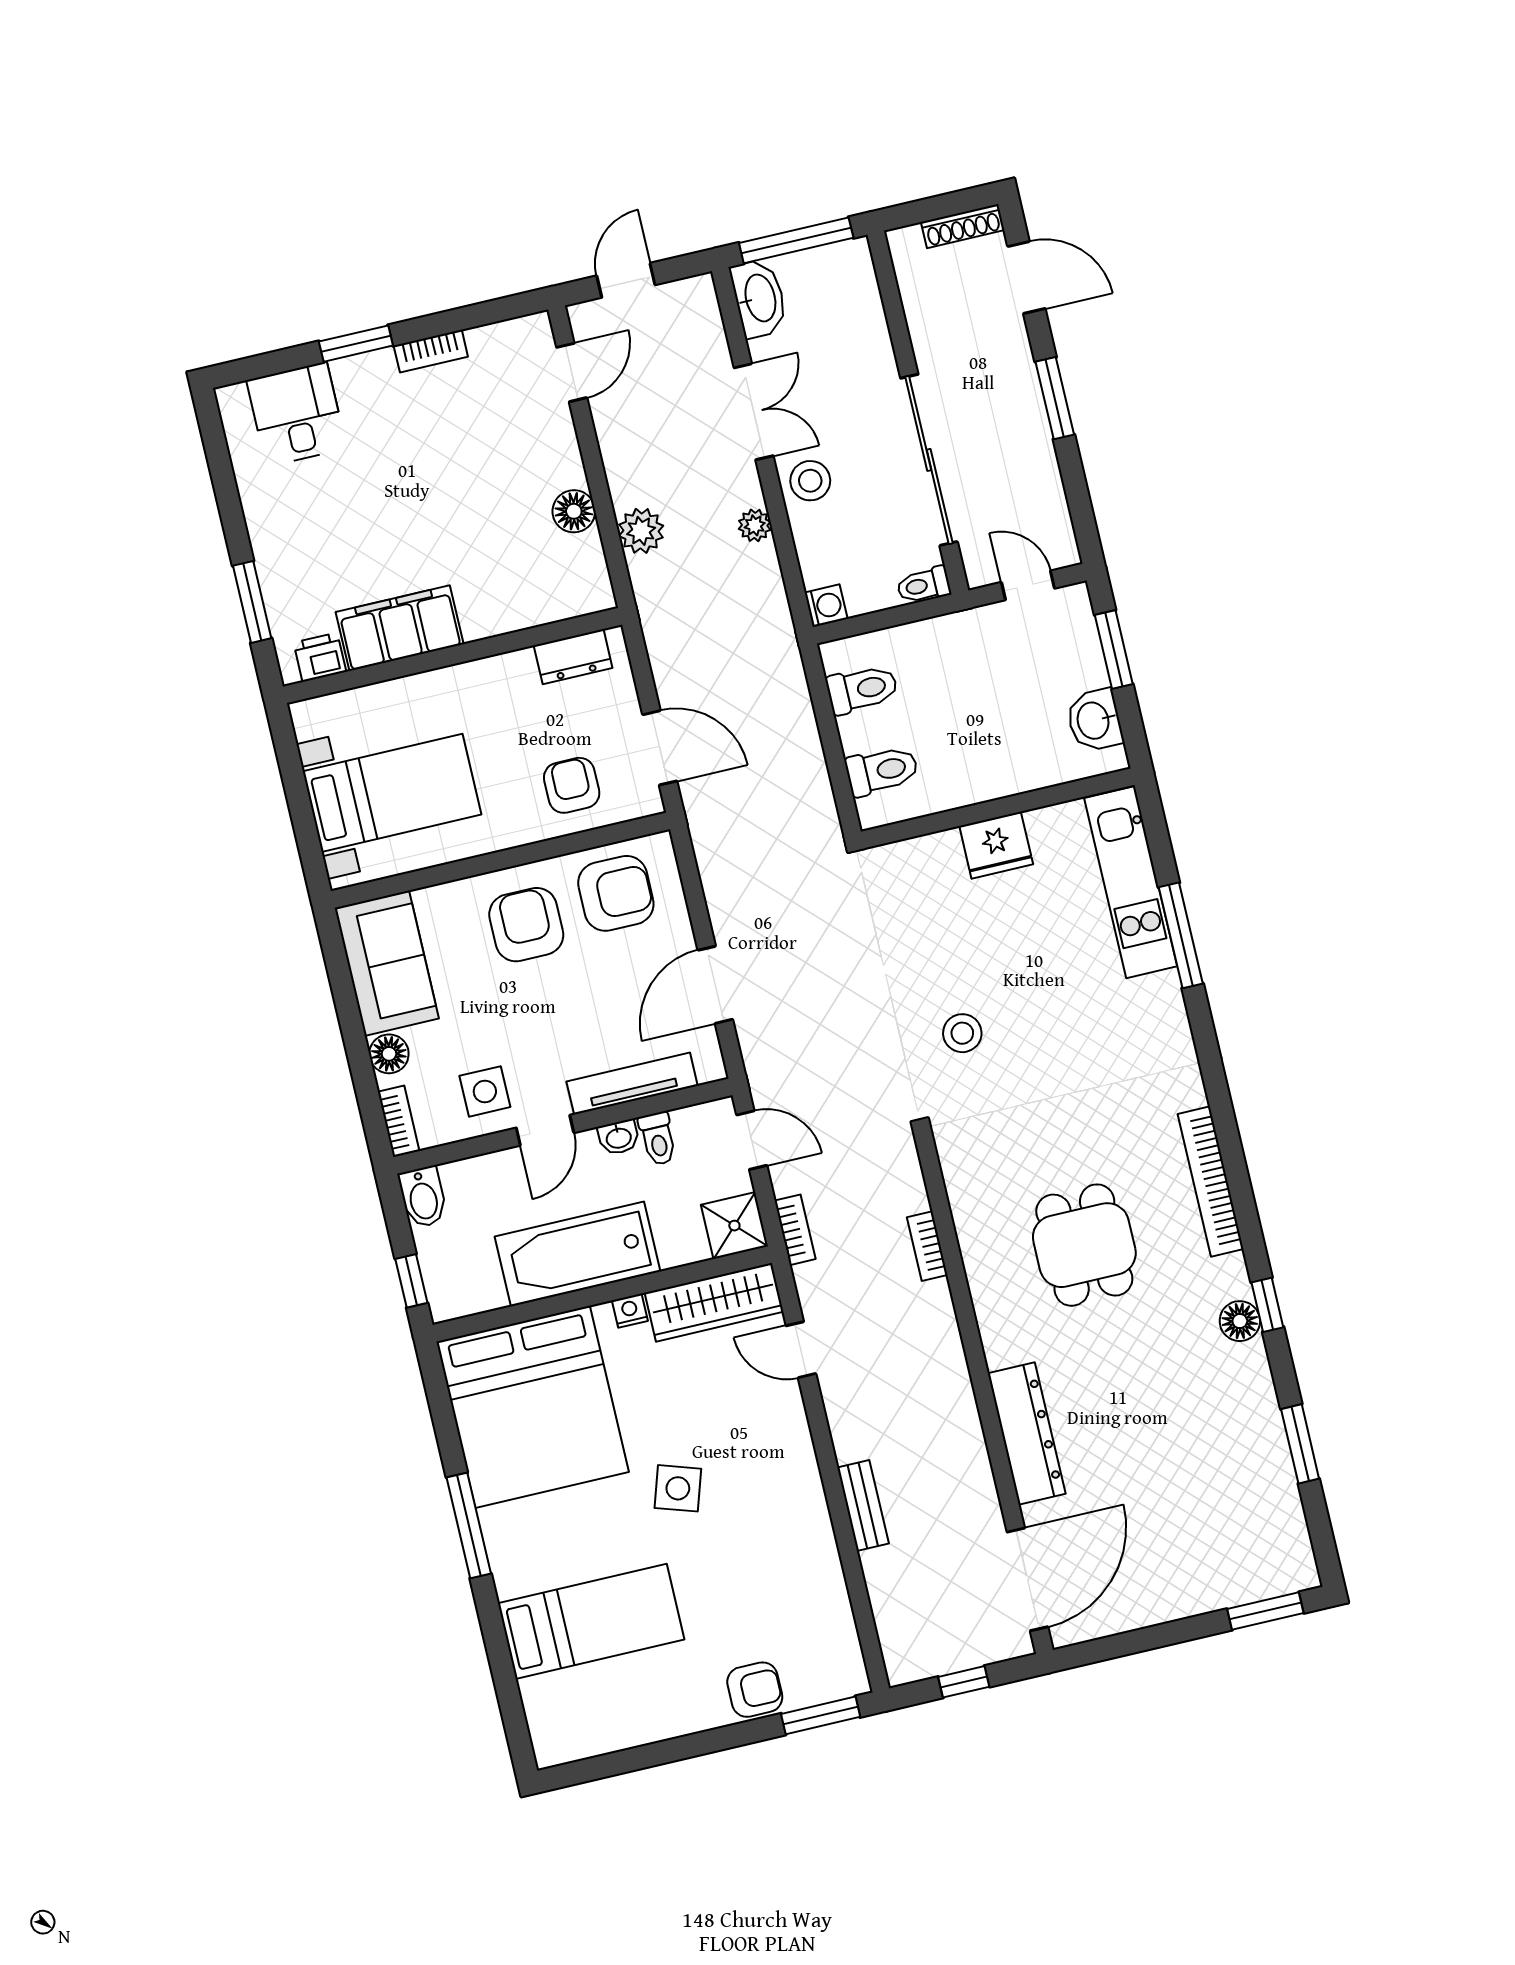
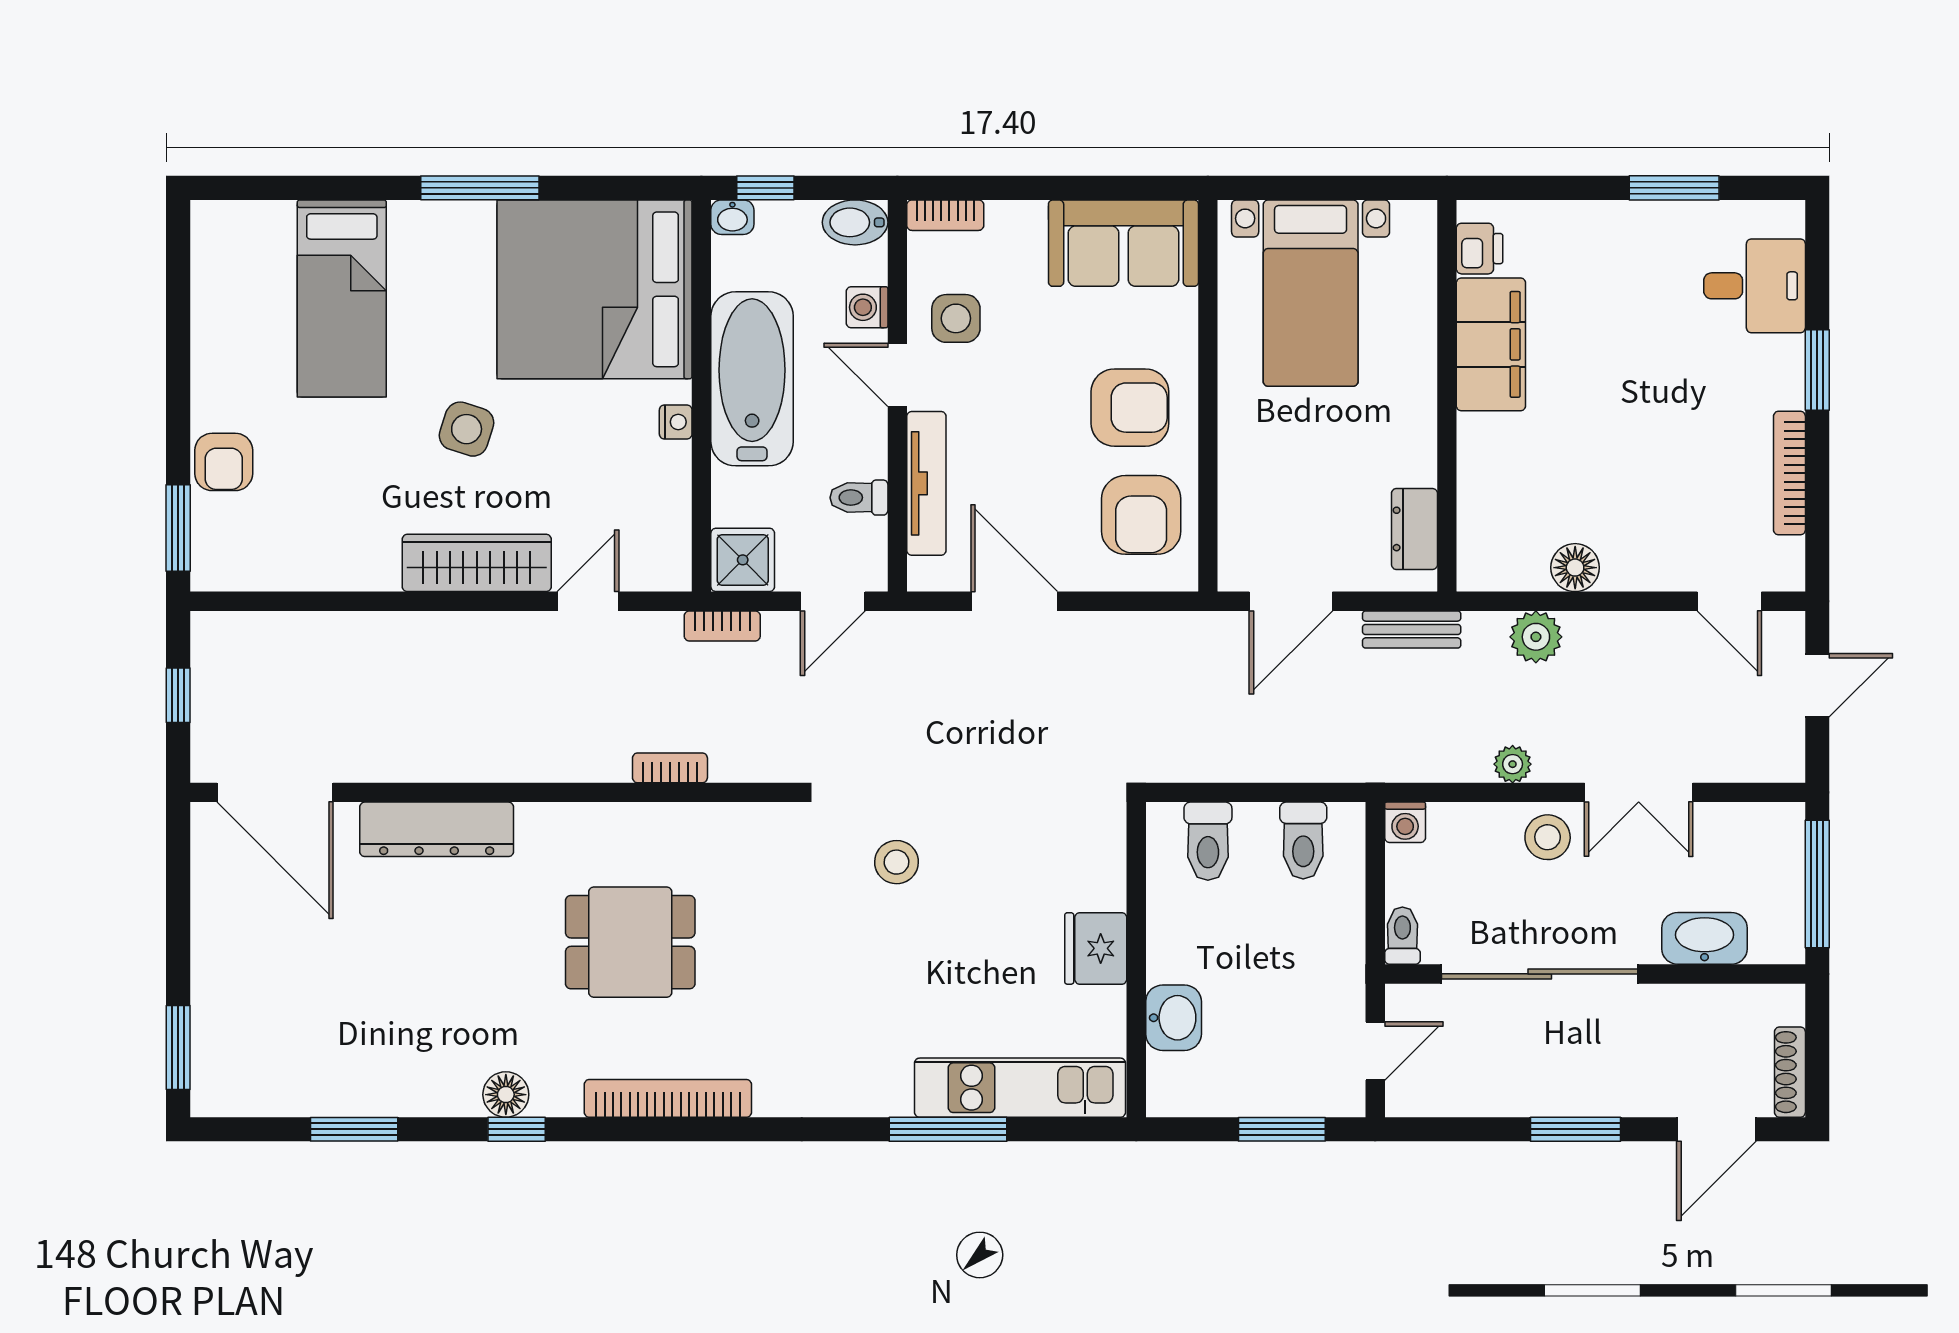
door: (626, 280) -> (1817, 685), hinge flipped
washbasin: (759, 298) -> (1705, 938), moved, turned 180
bookcase: (431, 351) -> (1789, 473), width x1.56
window: (252, 602) -> (1674, 188), moved
washbasin: (1094, 720) -> (1174, 1018), moved, turned 90
armchair: (572, 785) -> (1272, 494), removed
floor lamp: (389, 1054) -> (1022, 222), removed
washbasin: (619, 1137) -> (732, 217), moved, turned -90
washing machine: (493, 1170) -> (867, 307), added
wardrobe: (714, 1302) -> (477, 563), moved, turned 90
bench: (863, 1505) -> (1412, 629), moved

